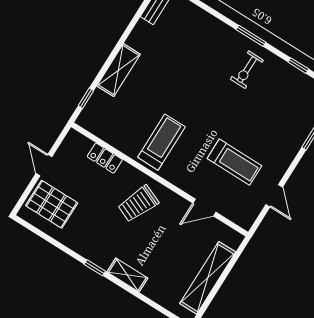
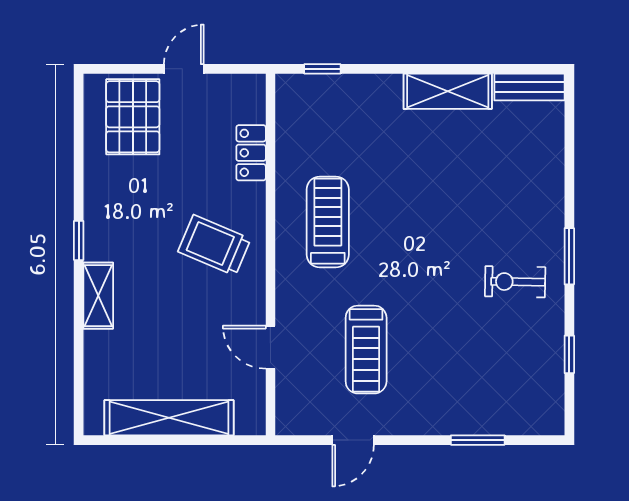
shelving: (119, 70) -> (448, 91), moved
treadmill: (161, 142) -> (328, 222), turned -90

